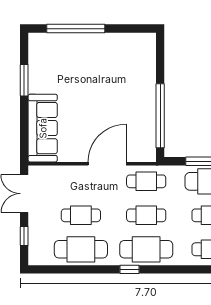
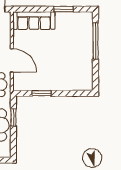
window: (160, 116) -> (42, 93), width x0.47

